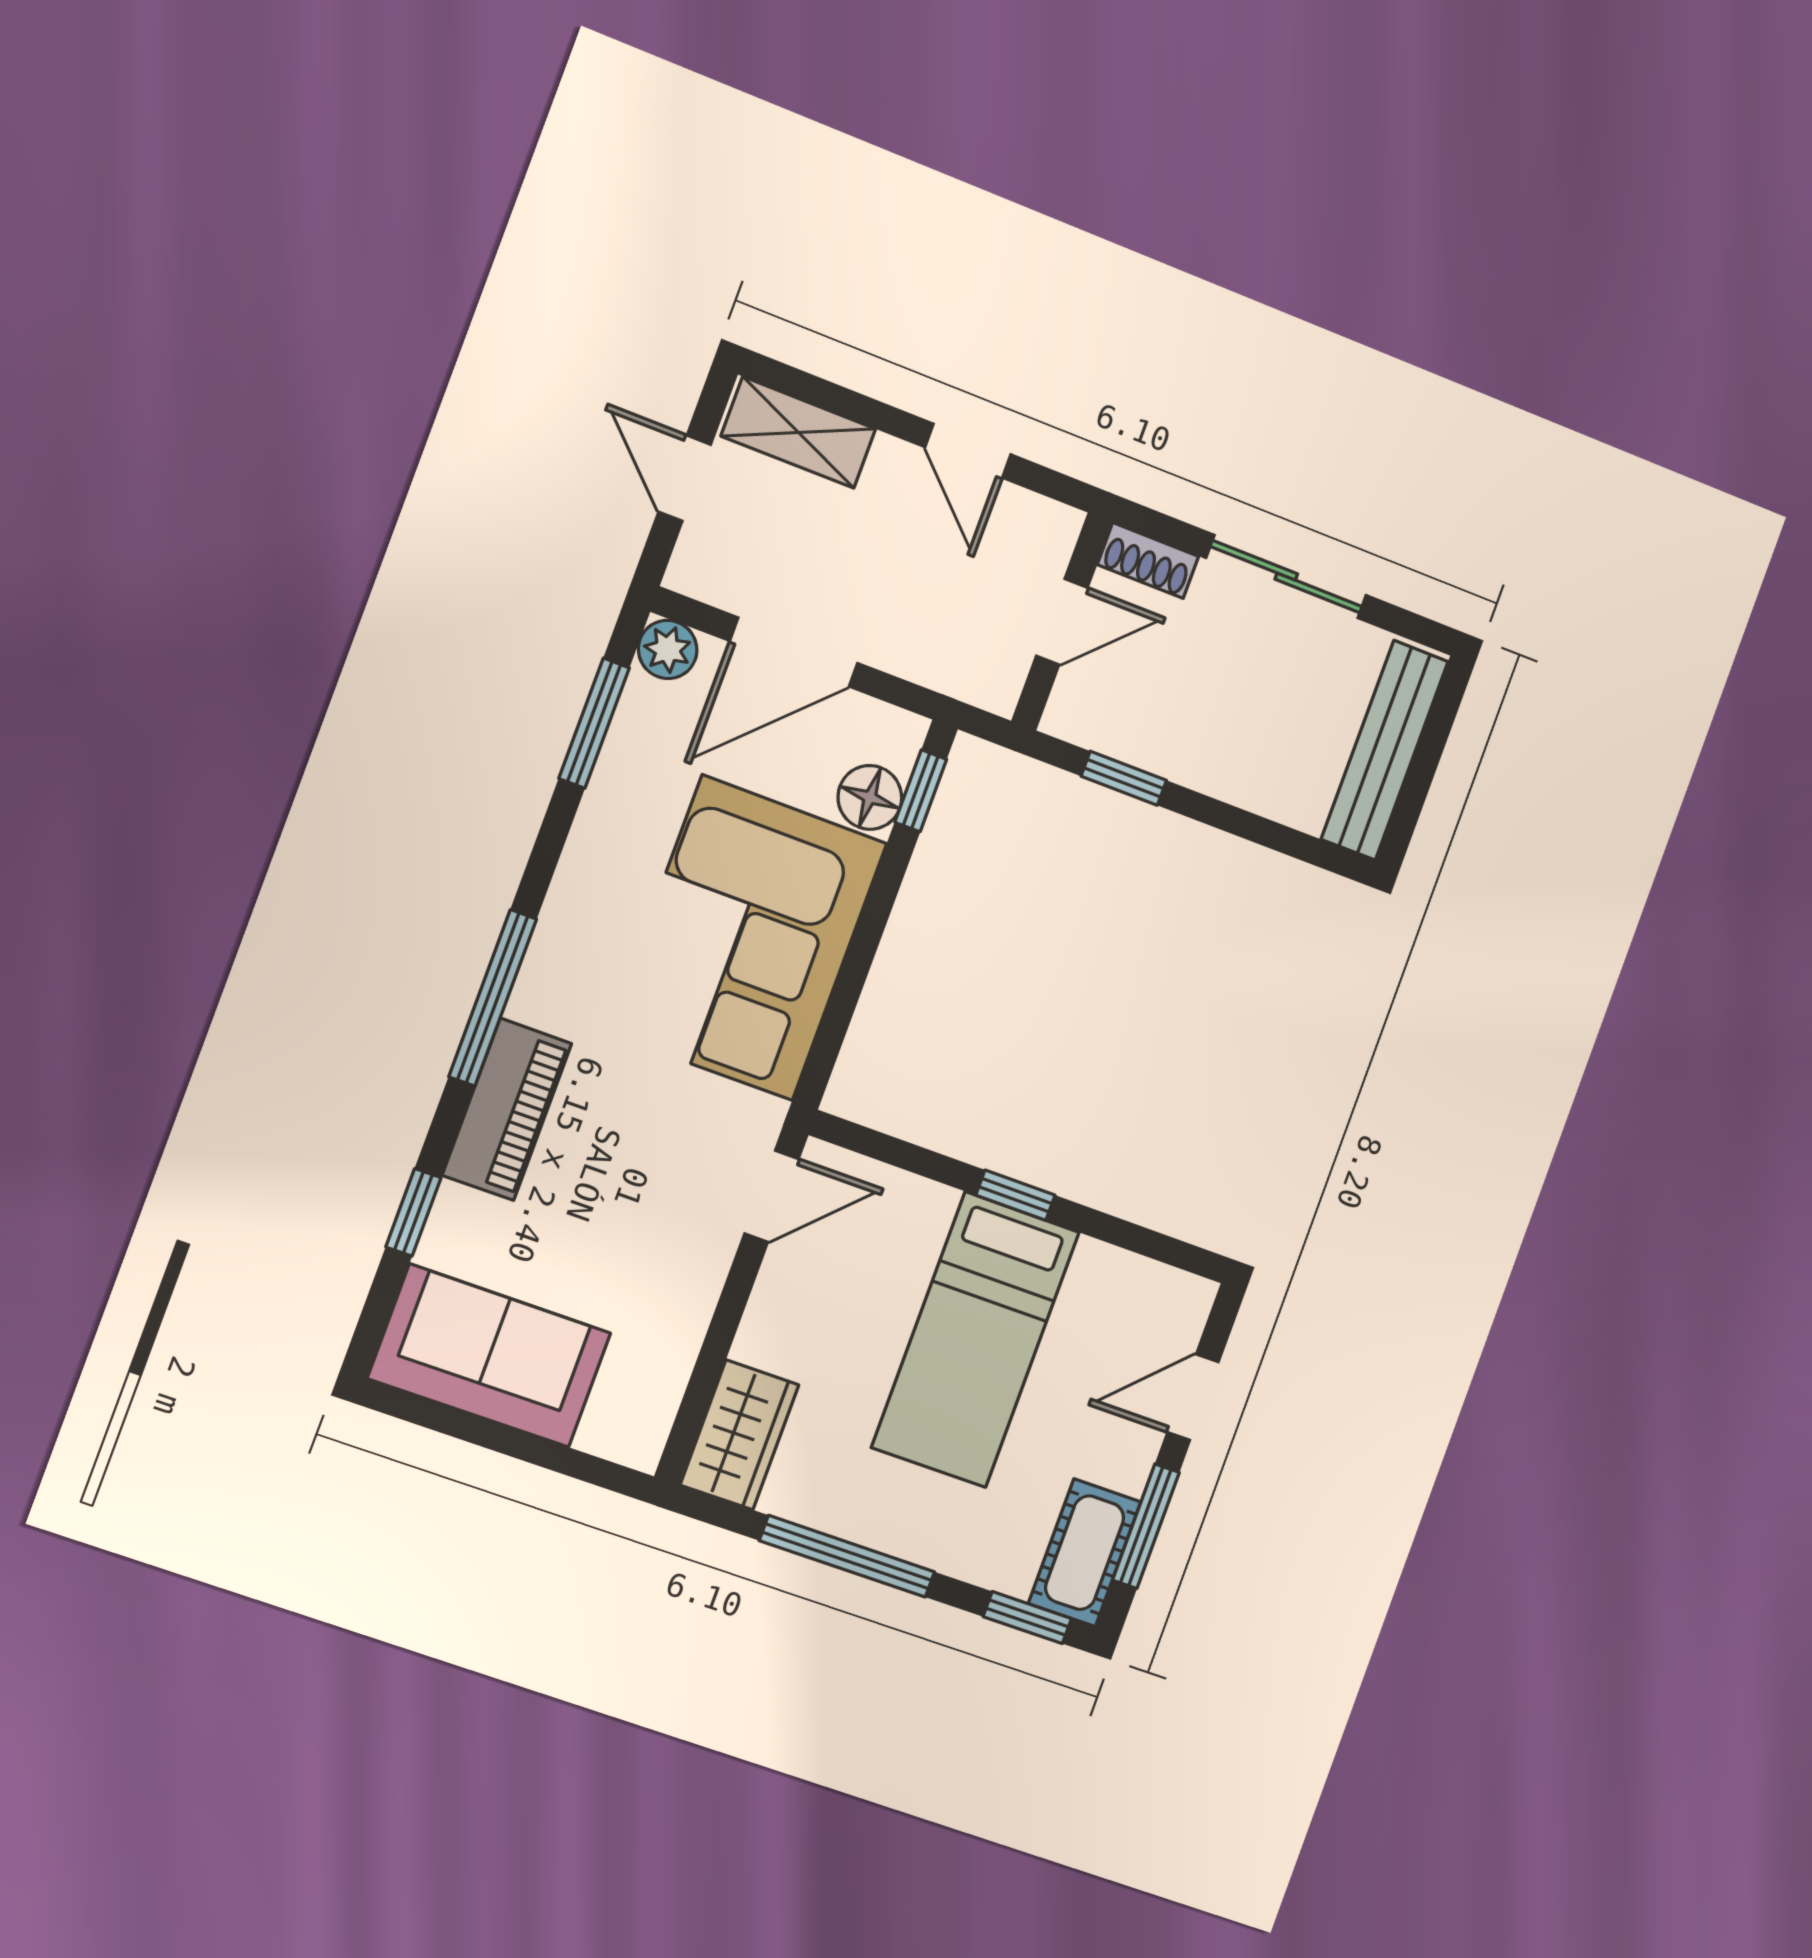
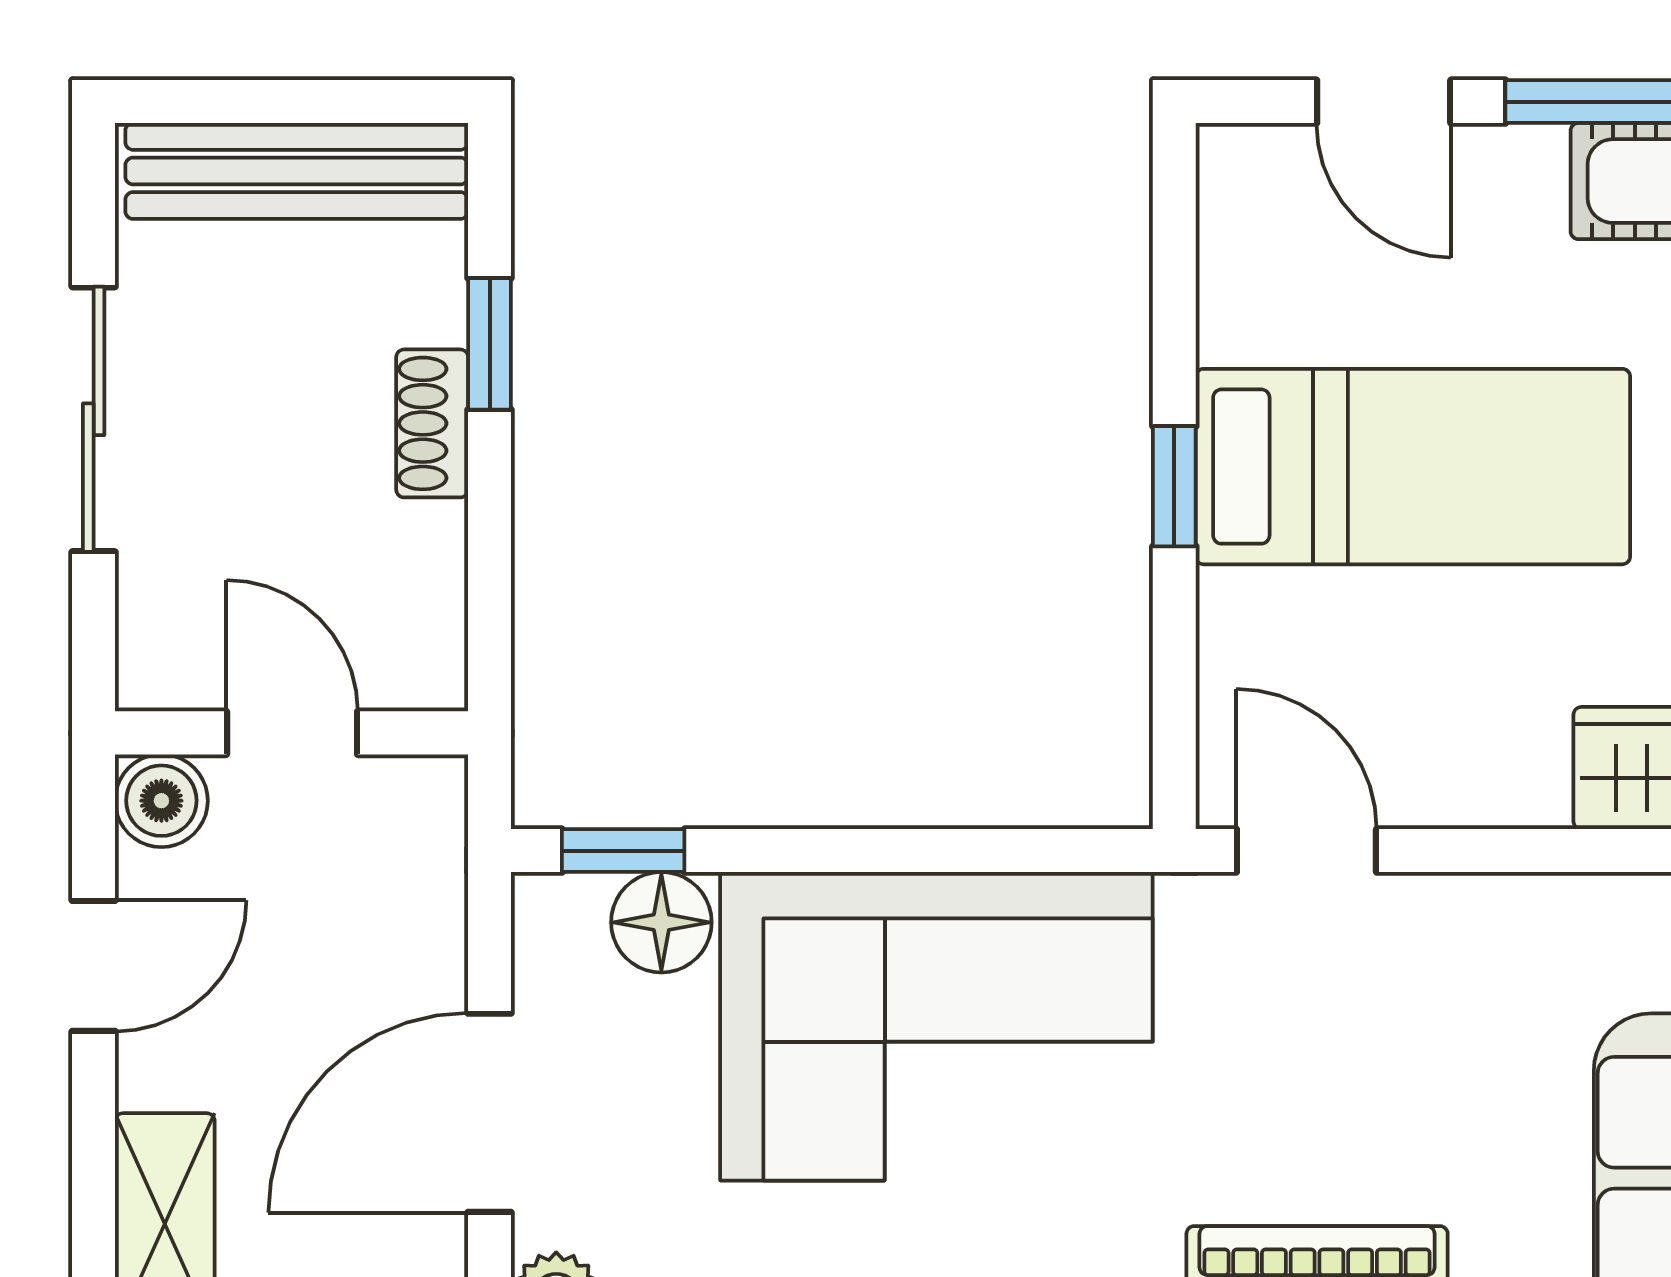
boiler: (1050, 529) -> (161, 801), added
shoe rack: (1148, 561) -> (432, 423), moved, turned 180
door: (794, 652) -> (490, 1113), swing flipped
window: (1124, 778) -> (490, 344), moved

